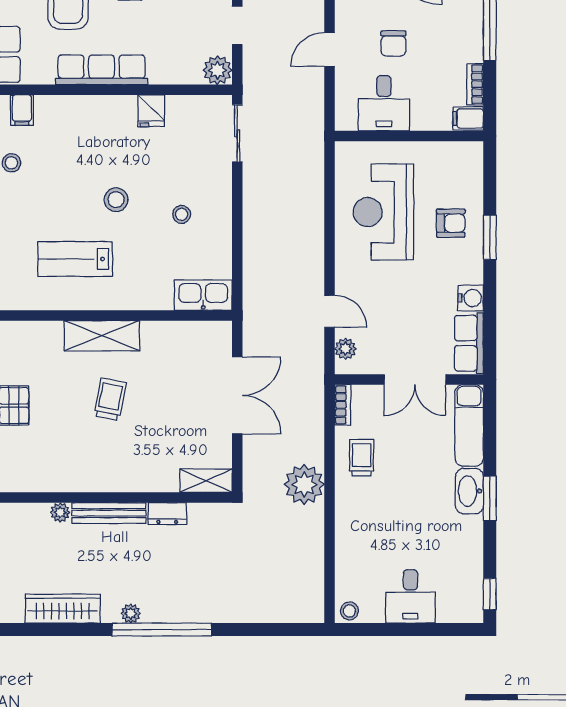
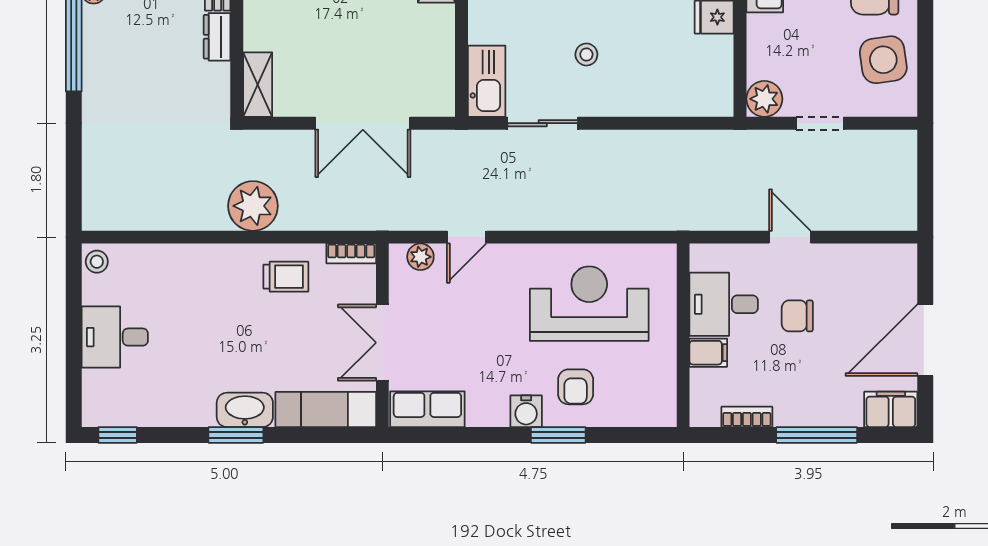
filing cabinet: (468, 118) -> (708, 353), moved, turned 90
sliding door: (237, 133) -> (543, 123), moved
water cooler: (471, 298) -> (526, 411), moved

